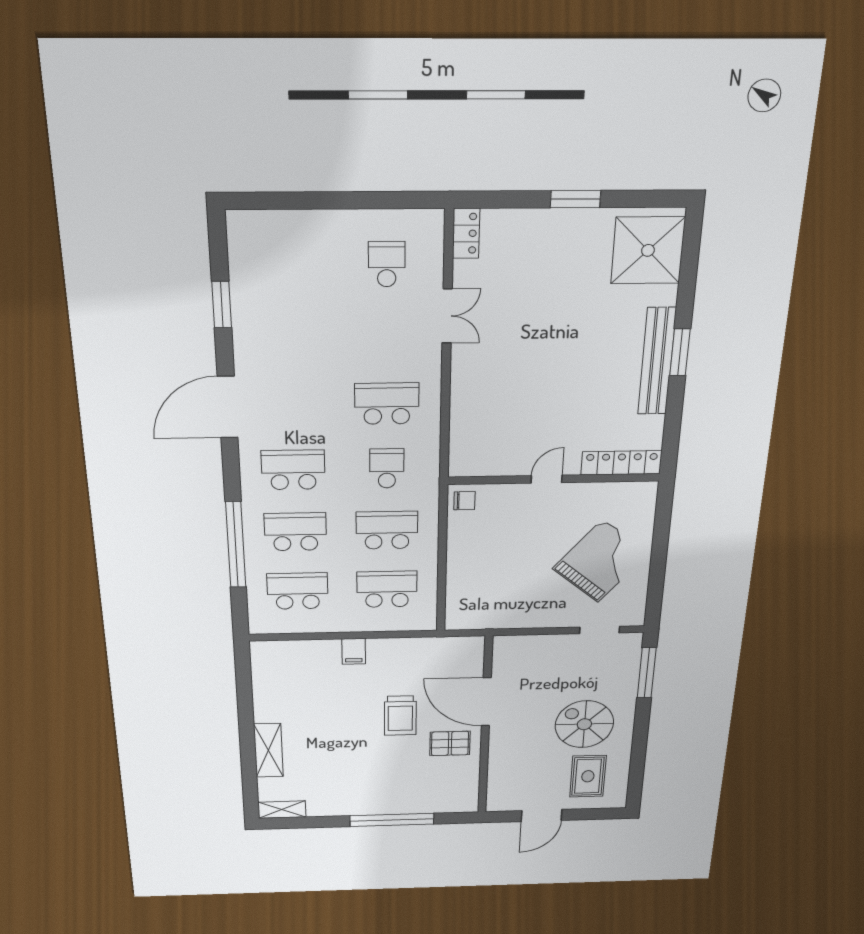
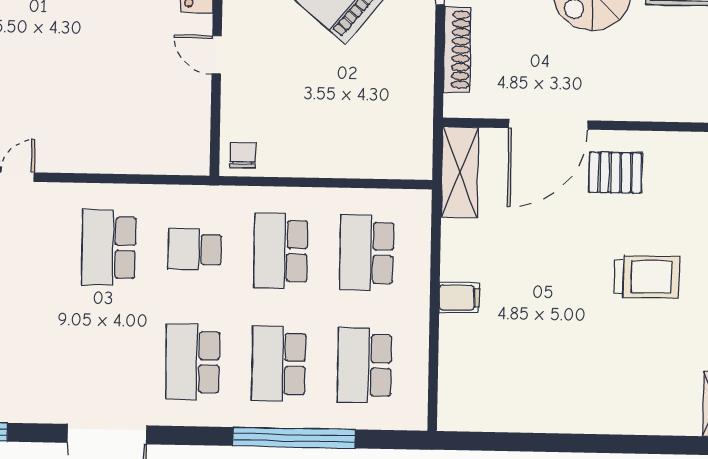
shoe rack: (544, 643) -> (457, 50), added
trolley: (400, 716) -> (647, 277), moved
pallet: (450, 743) -> (615, 173), turned 90
shelving: (268, 750) -> (460, 172), moved, turned 90

